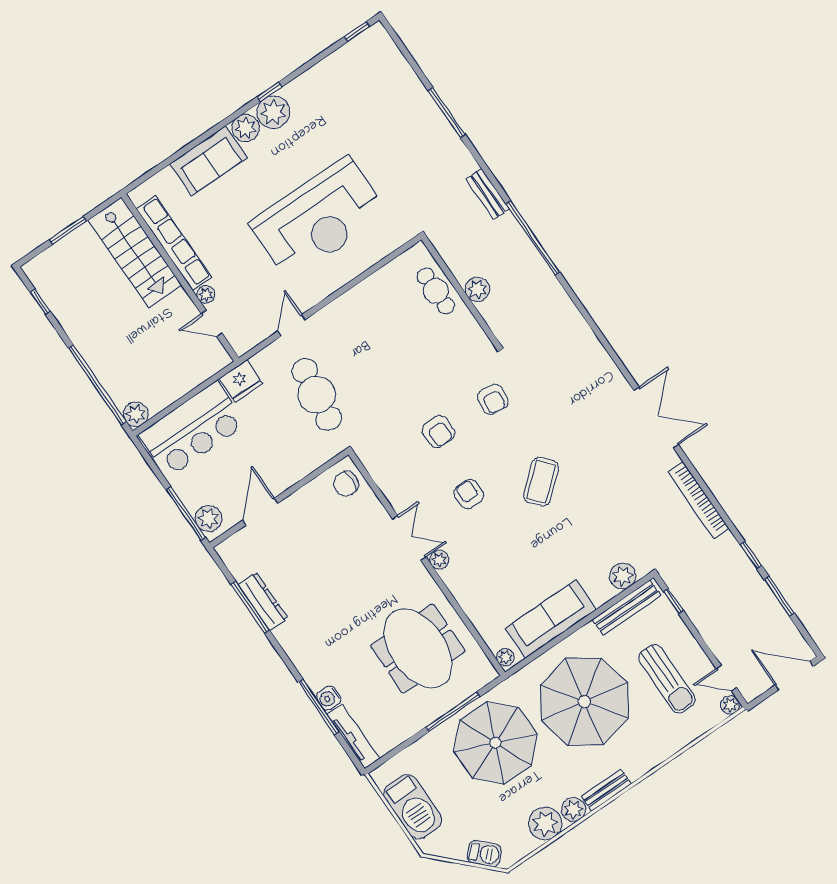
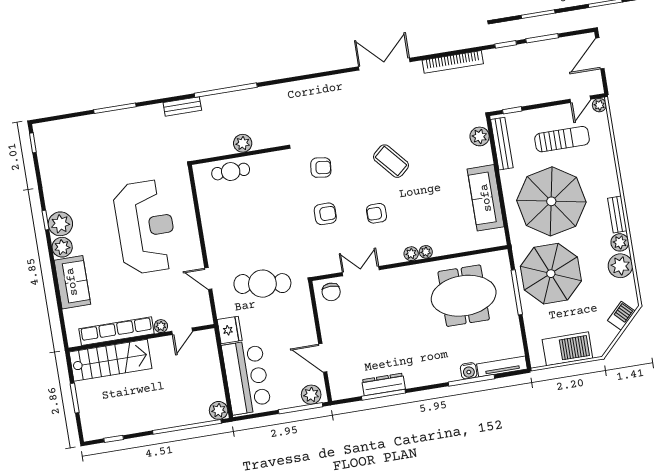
double door: (409, 538) -> (361, 271), moved
plant: (505, 657) -> (426, 252), moved

